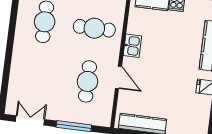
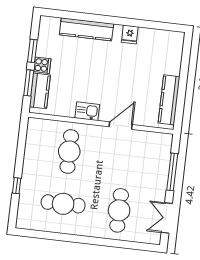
cafe table: (87, 81) -> (119, 210), moved, turned 90

